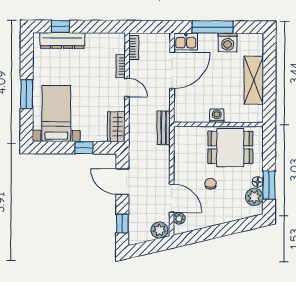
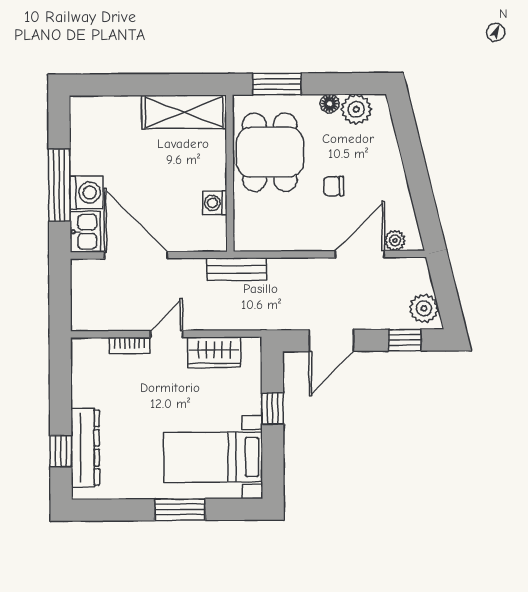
washing machine: (228, 42) -> (86, 192), moved
bookcase: (134, 48) -> (97, 323), removed
shelving: (254, 80) -> (184, 112), moved
washing machine: (217, 116) -> (215, 203), moved
wardrobe: (116, 127) -> (214, 352), moved
window: (269, 185) -> (277, 84), moved
plant: (159, 230) -> (424, 308), moved

